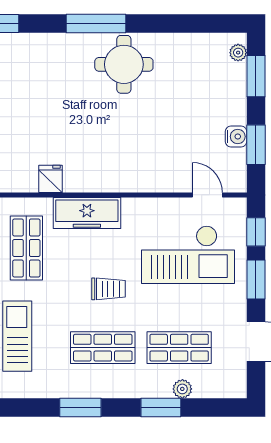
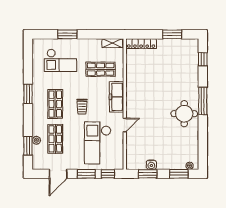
fridge: (50, 179) -> (132, 80), removed
door: (207, 195) -> (125, 125), moved
window: (161, 408) -> (28, 146), moved

